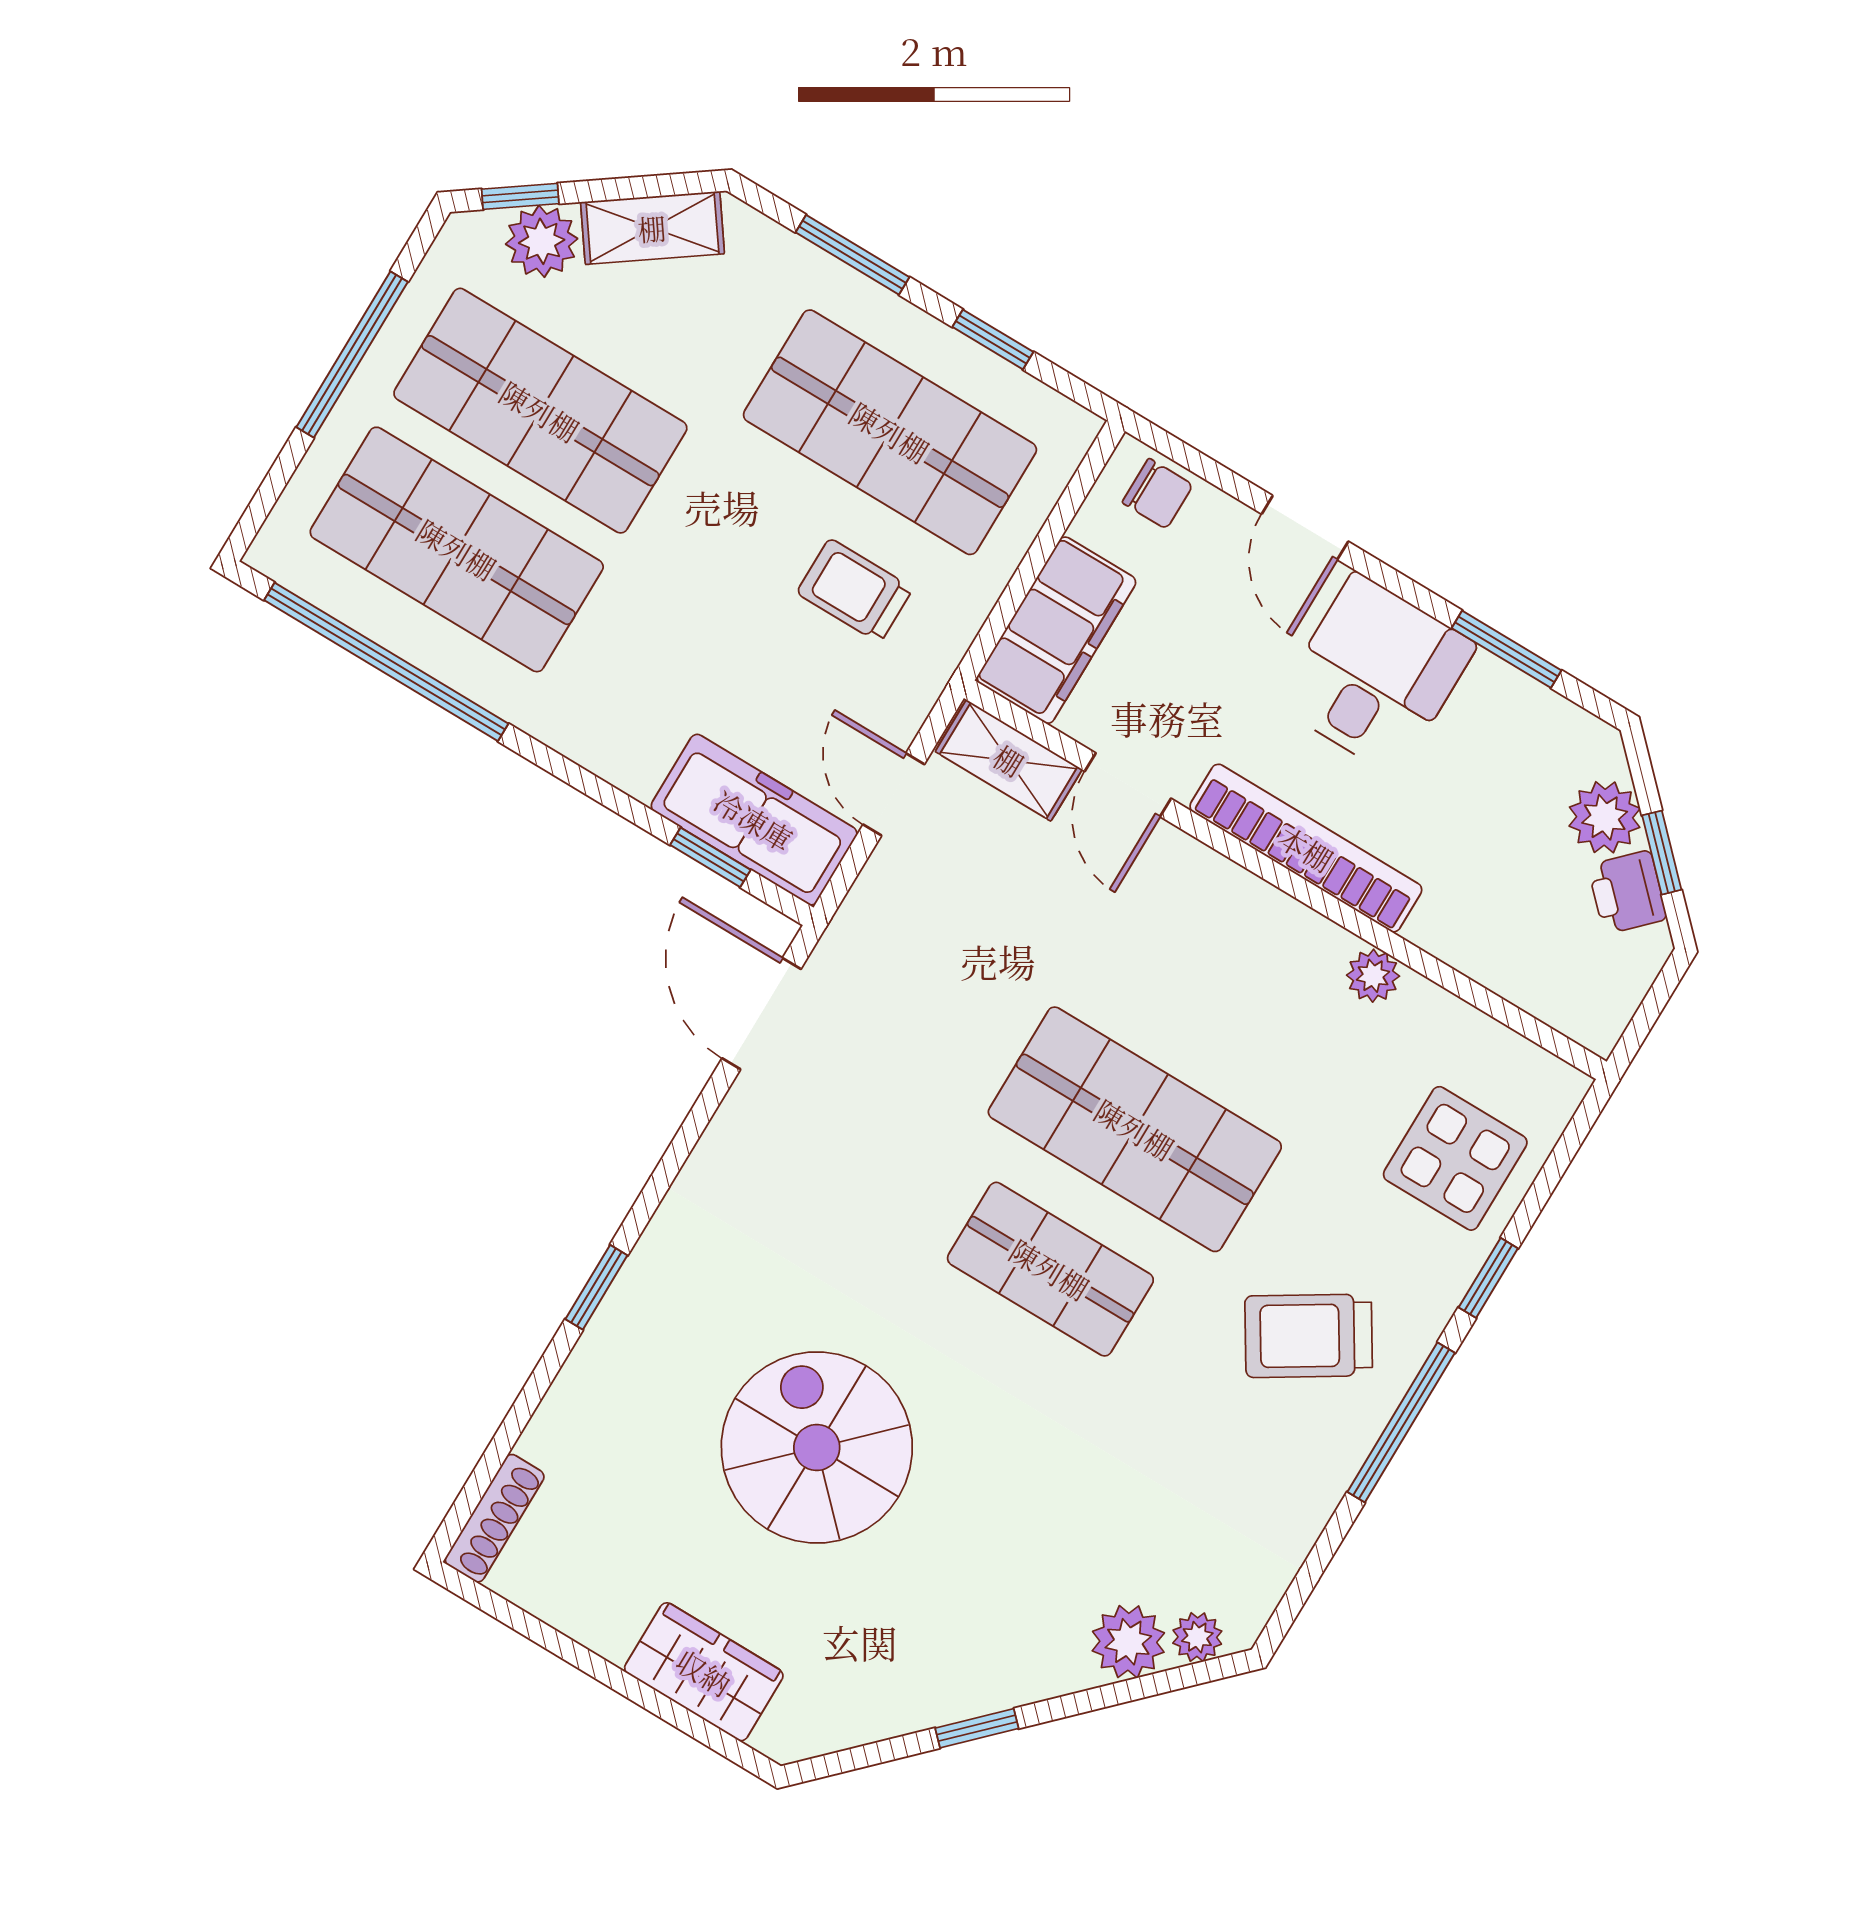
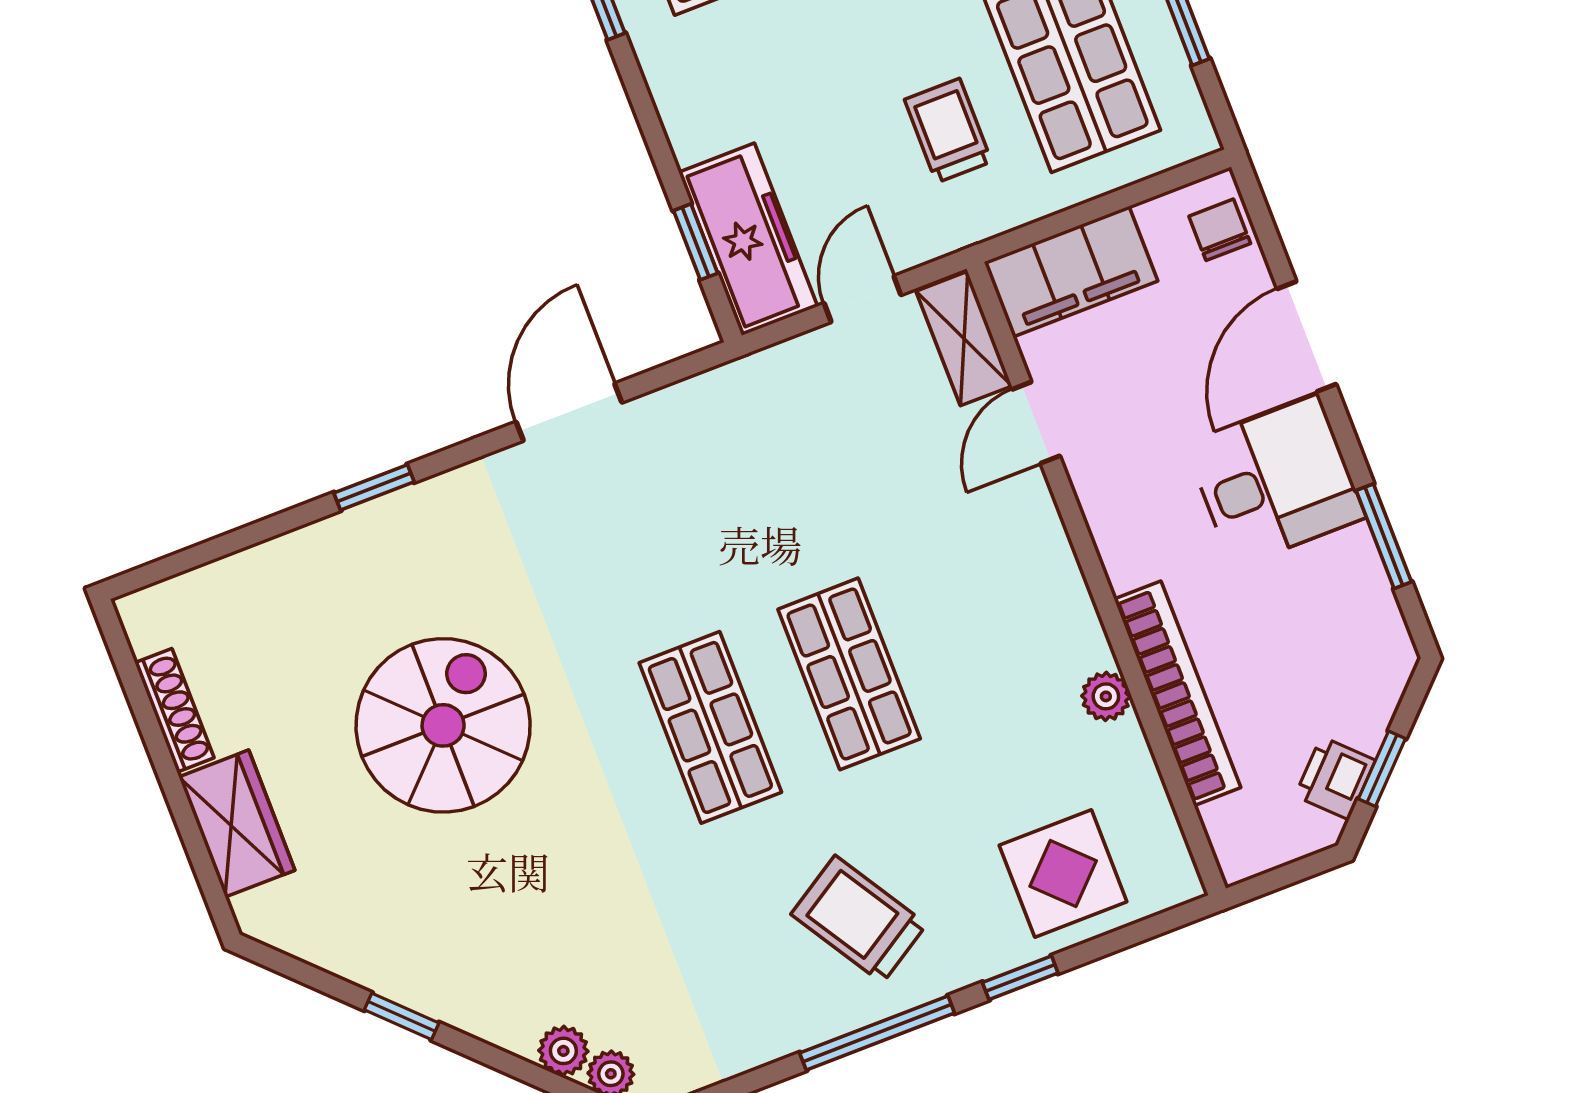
chair: (1158, 494) -> (1220, 230), turned 180
door: (1305, 528) -> (1307, 336), width x1.38
plant: (1605, 817) -> (1361, 712), removed
bookcase: (1306, 848) -> (1177, 693), moved
door: (762, 1014) -> (569, 412), moved
shop shelf: (1135, 1129) -> (849, 674), width x0.70, depth x0.74
shoe rack: (495, 1518) -> (174, 710), moved, turned -90
plant: (1128, 1642) -> (563, 1051), width x0.73, depth x0.73

